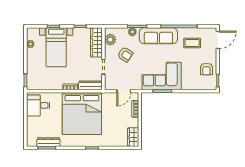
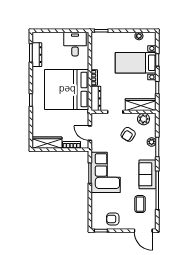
sofa: (158, 36) -> (148, 174), width x0.73
wardrobe: (133, 137) -> (47, 143), width x1.50

